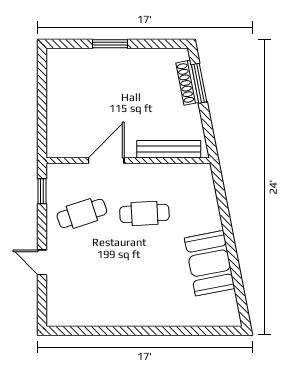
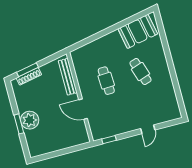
plant: (112, 64) -> (30, 120), added
cafe table: (82, 213) -> (140, 72), moved
booth: (210, 263) -> (138, 31), moved

